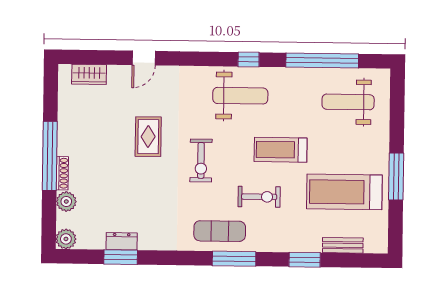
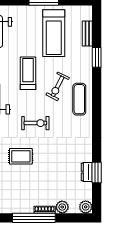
treadmill: (281, 150) -> (28, 73), turned 180
exercise bike: (259, 197) -> (58, 86), turned -153
exercise mat: (220, 231) -> (79, 99), moved
window: (234, 259) -> (97, 101), removed

